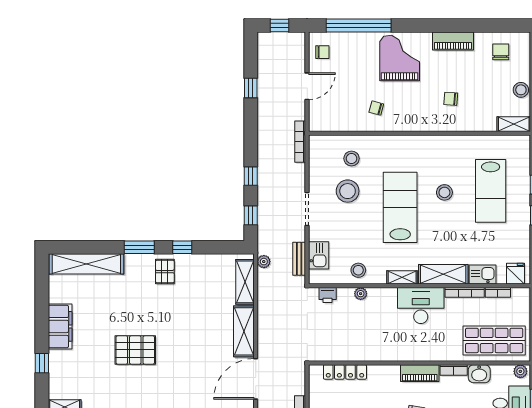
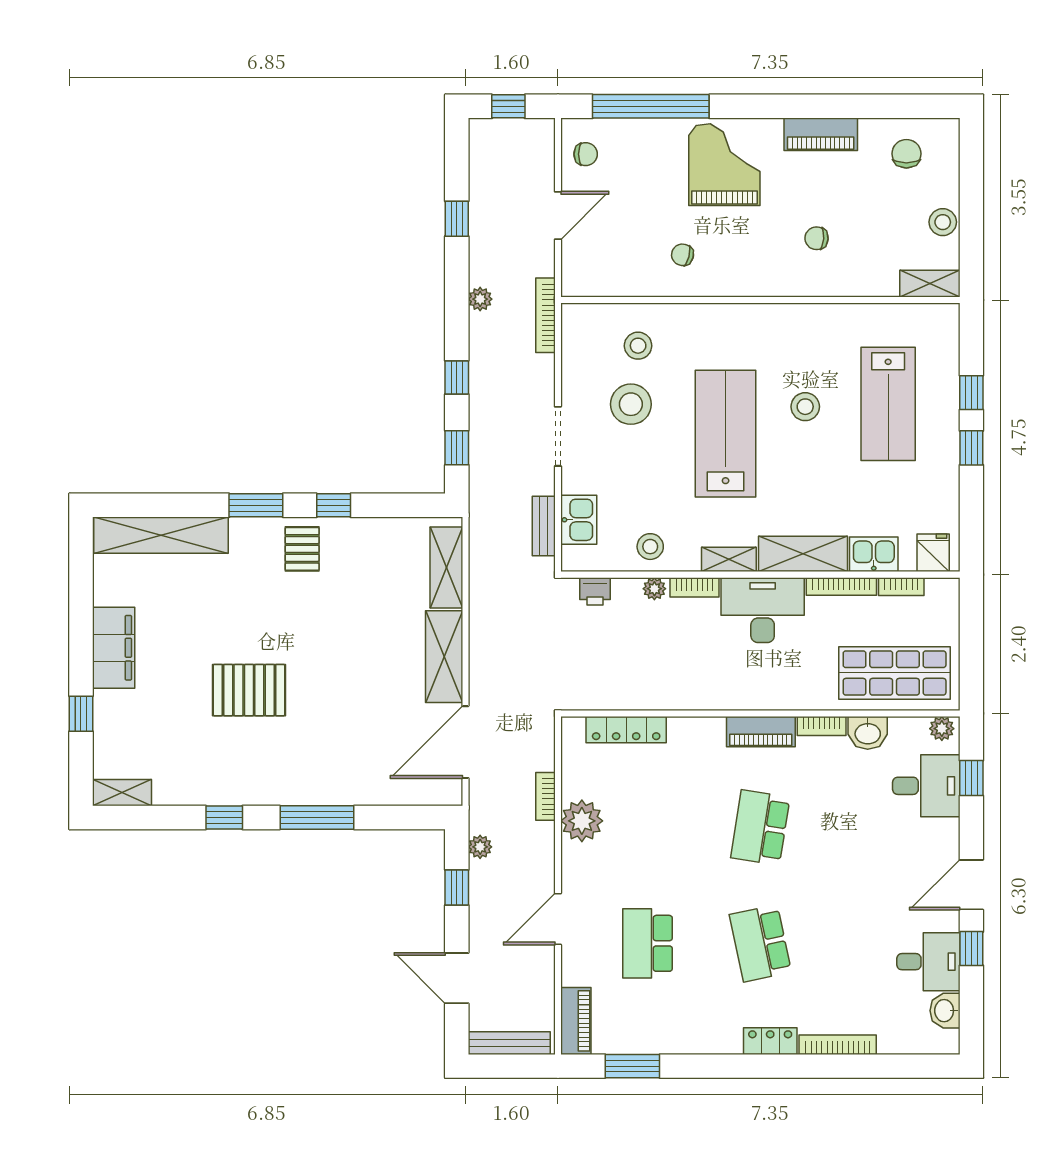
plant: (264, 262) -> (480, 299), moved
bookcase: (383, 293) -> (694, 587), added

